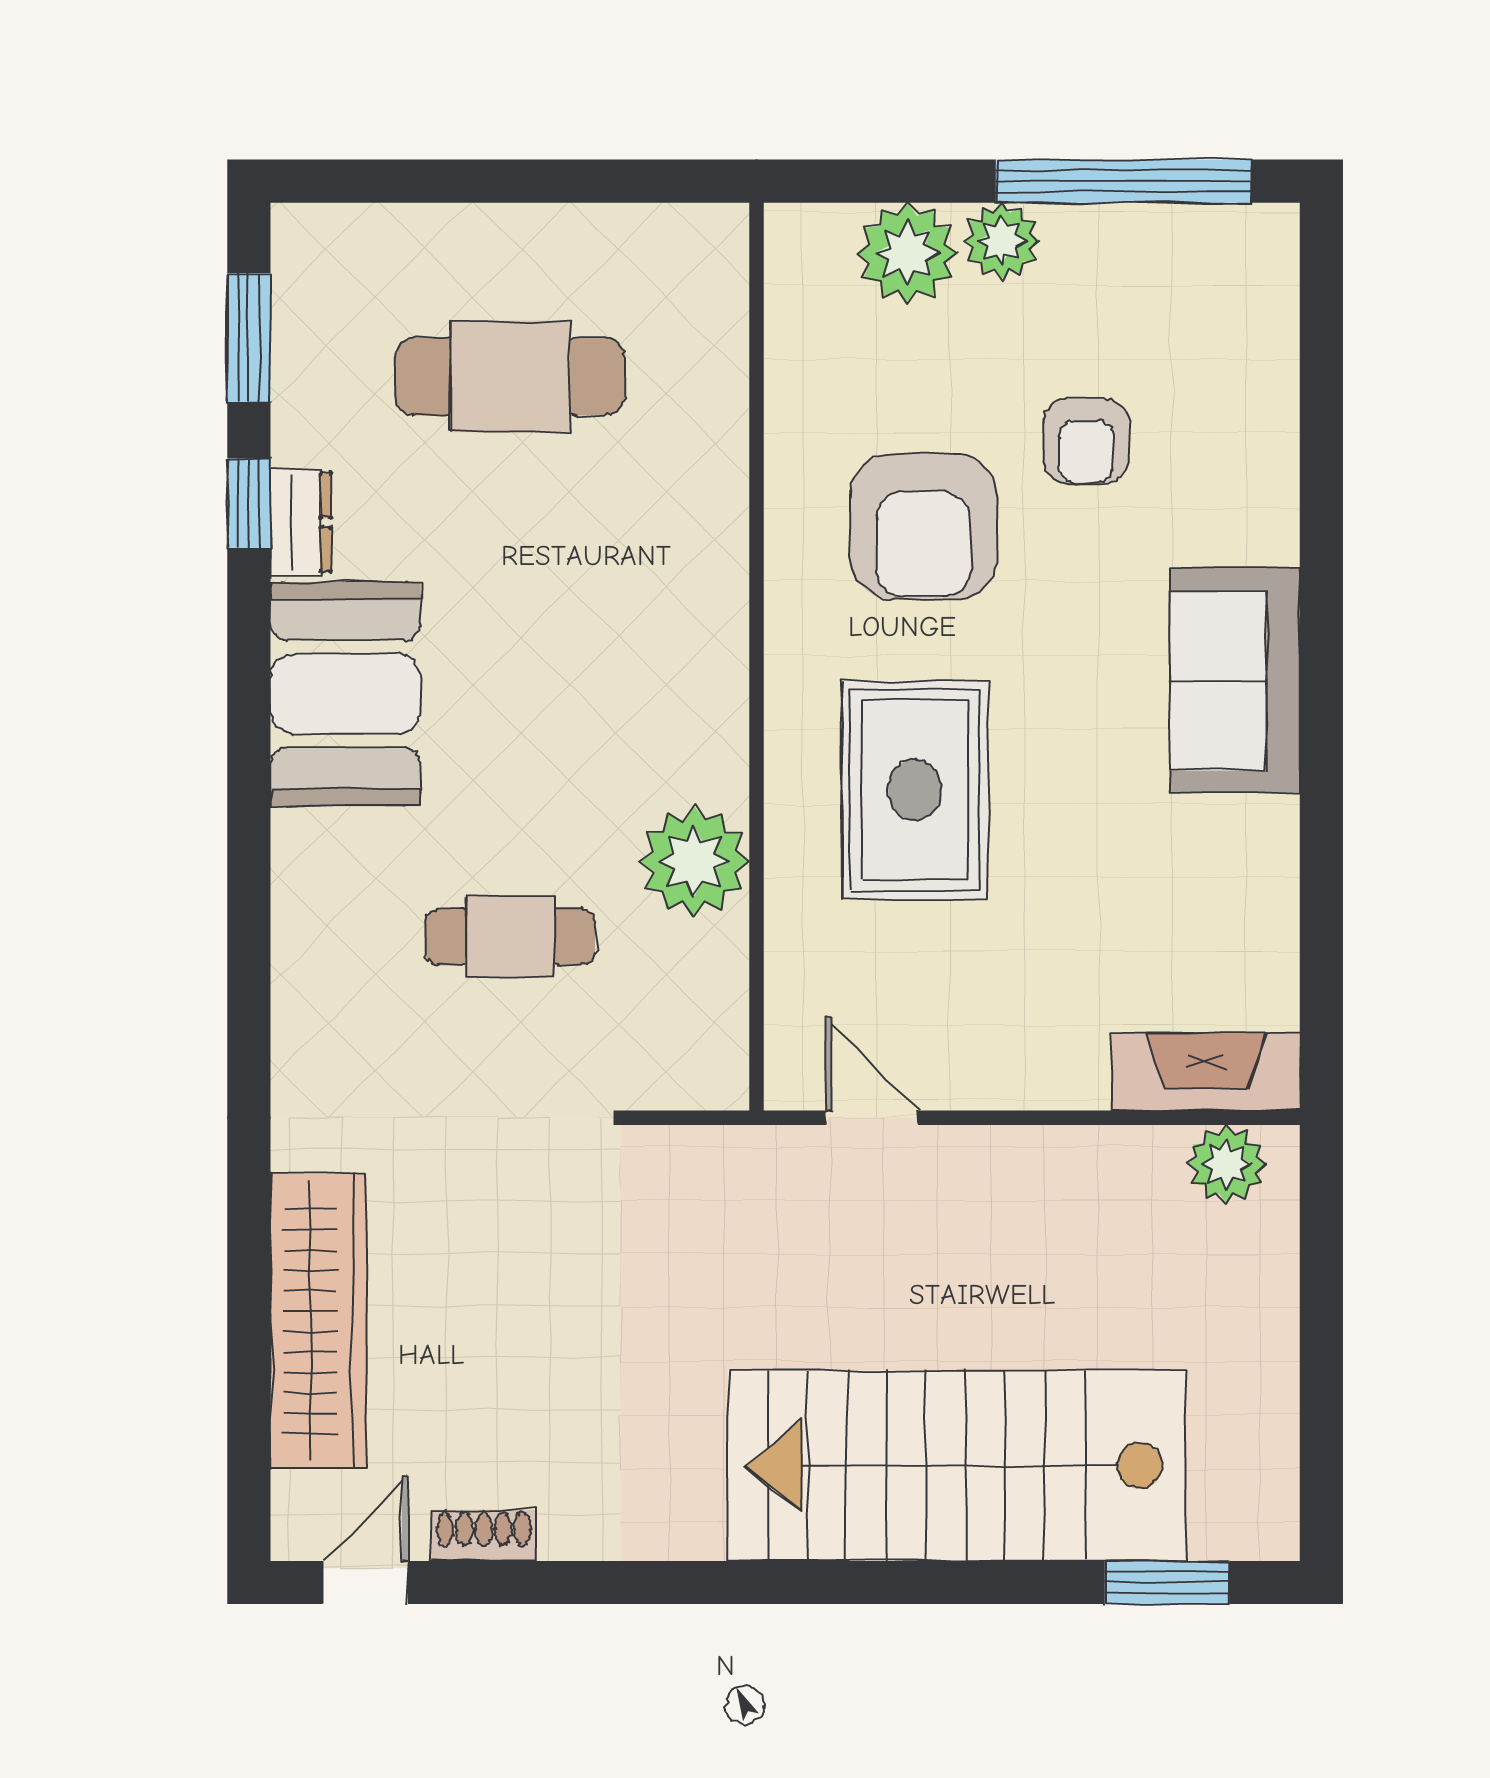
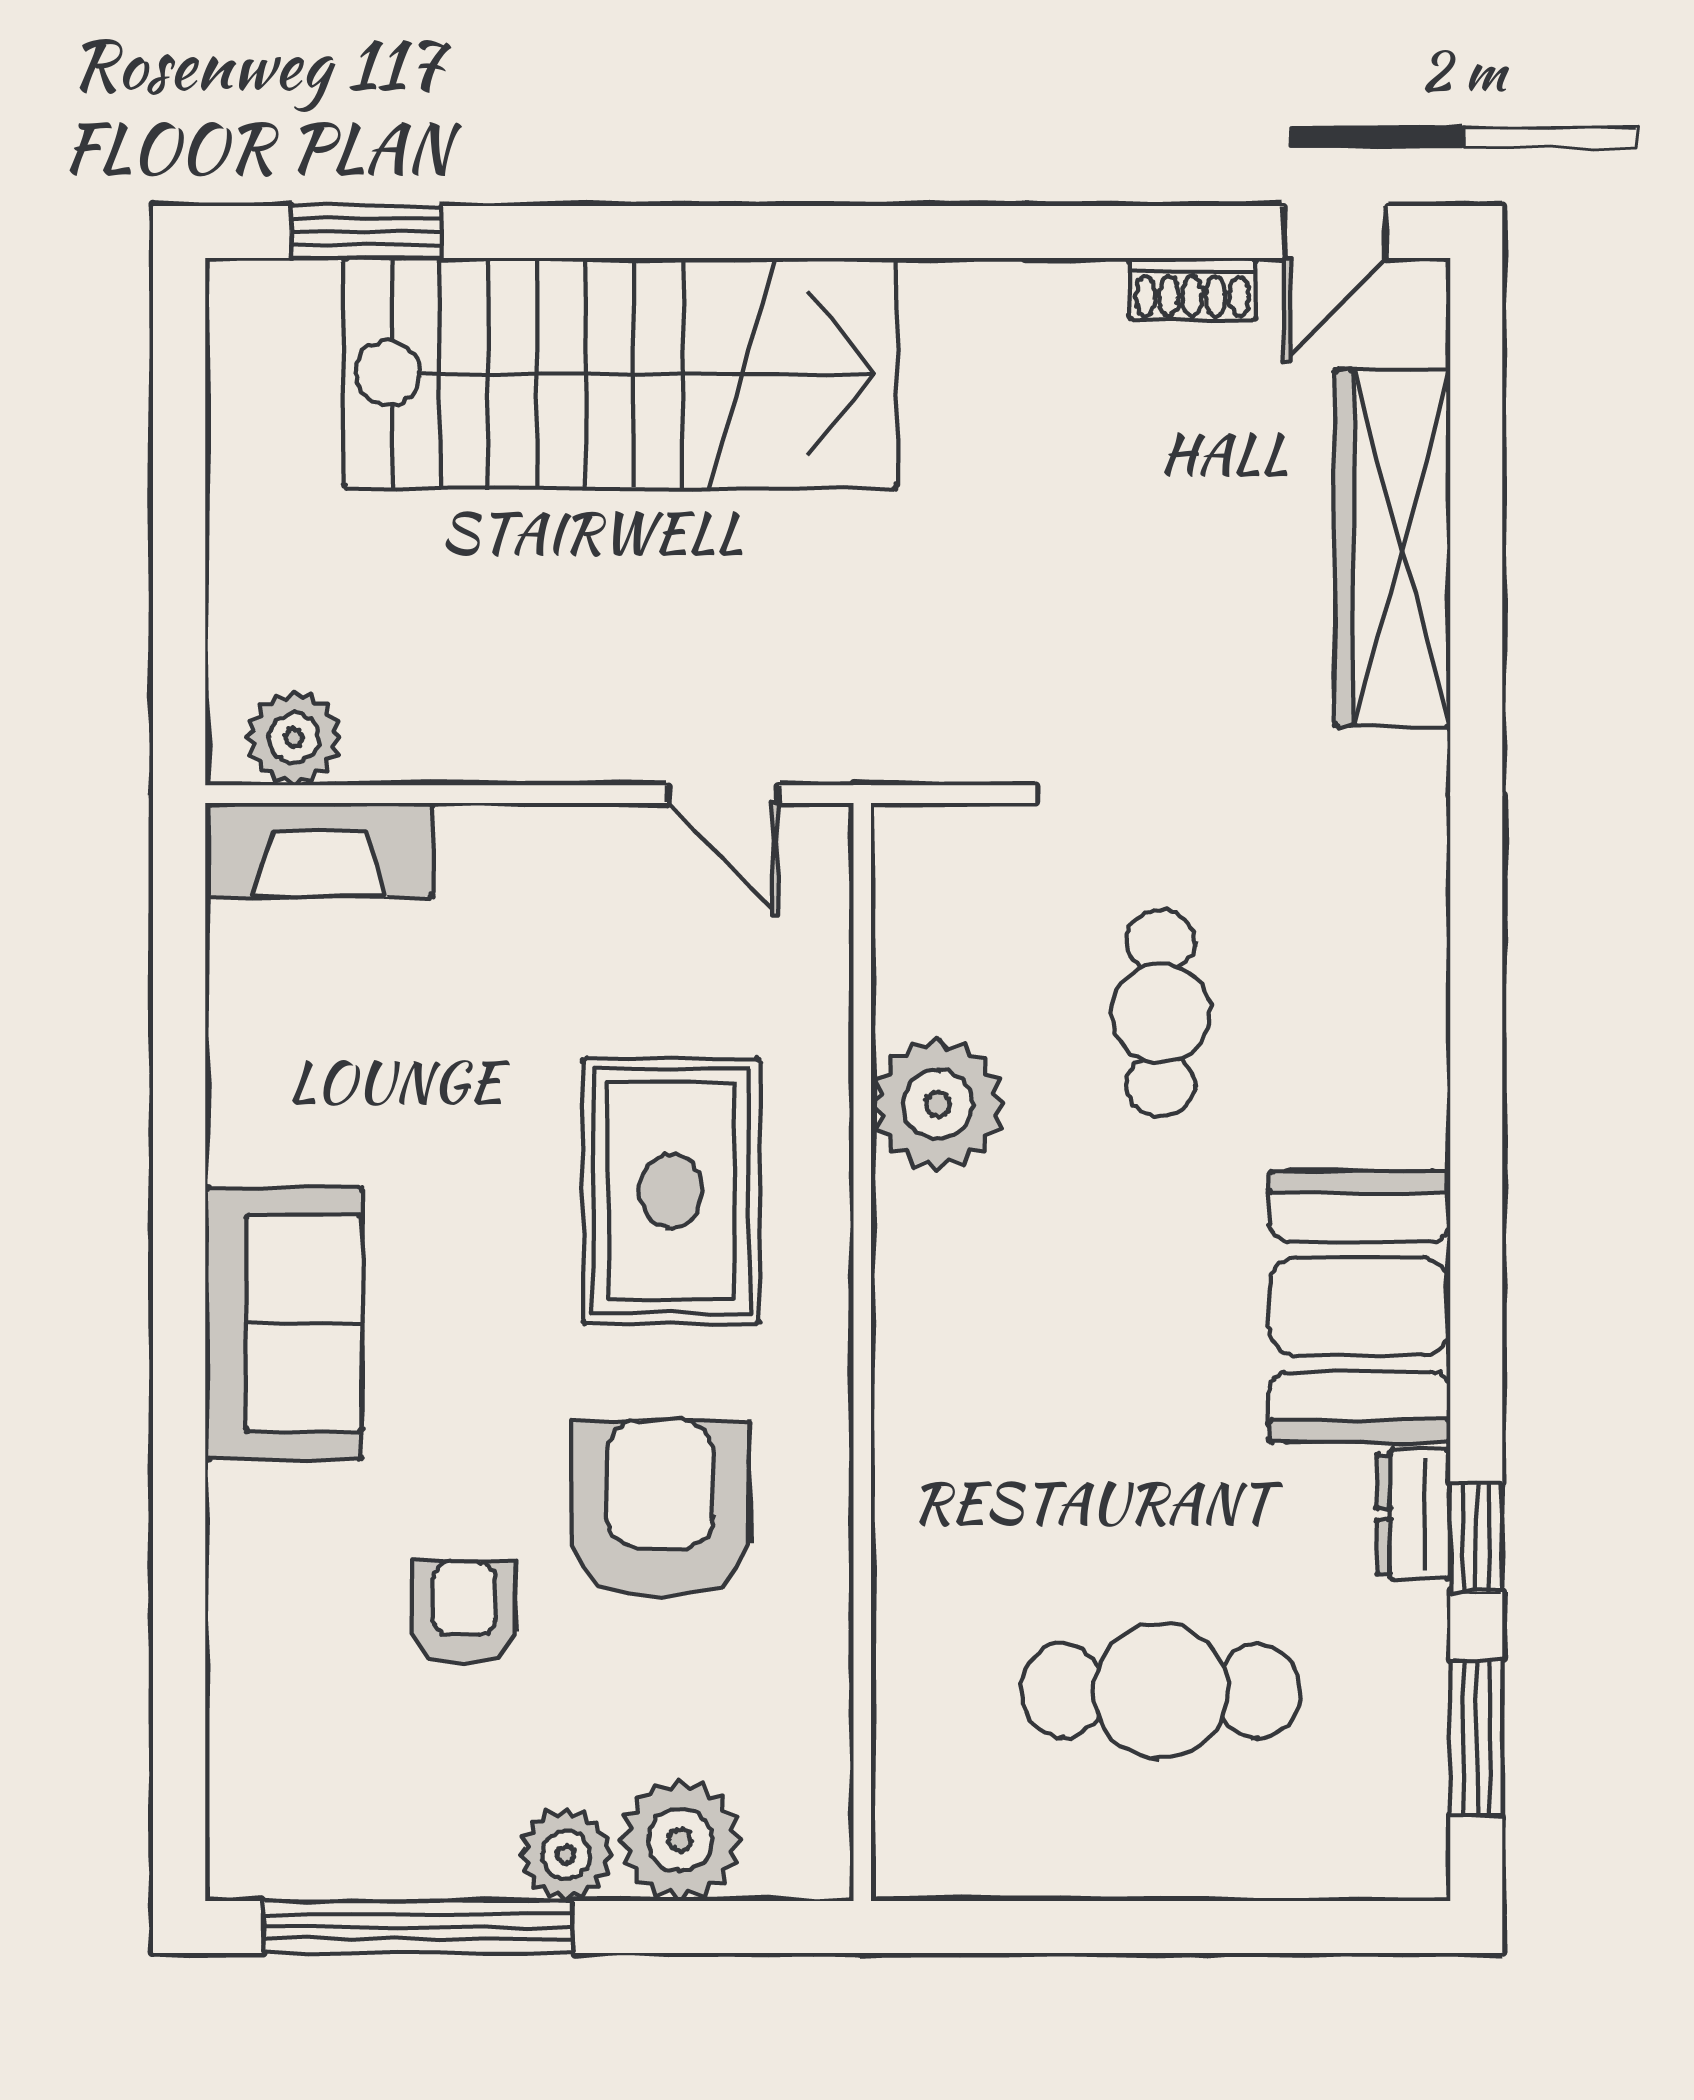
cafe table: (510, 937) -> (1161, 1013), turned 90

